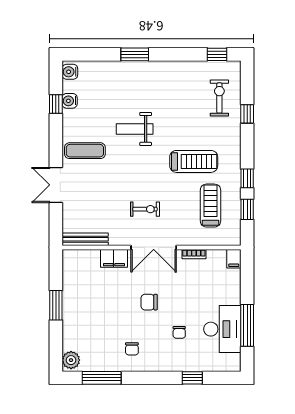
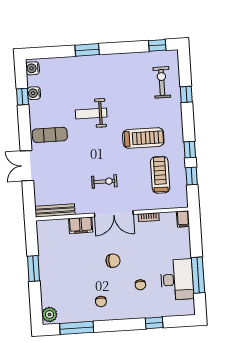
chair: (149, 302) -> (113, 261), turned 180

